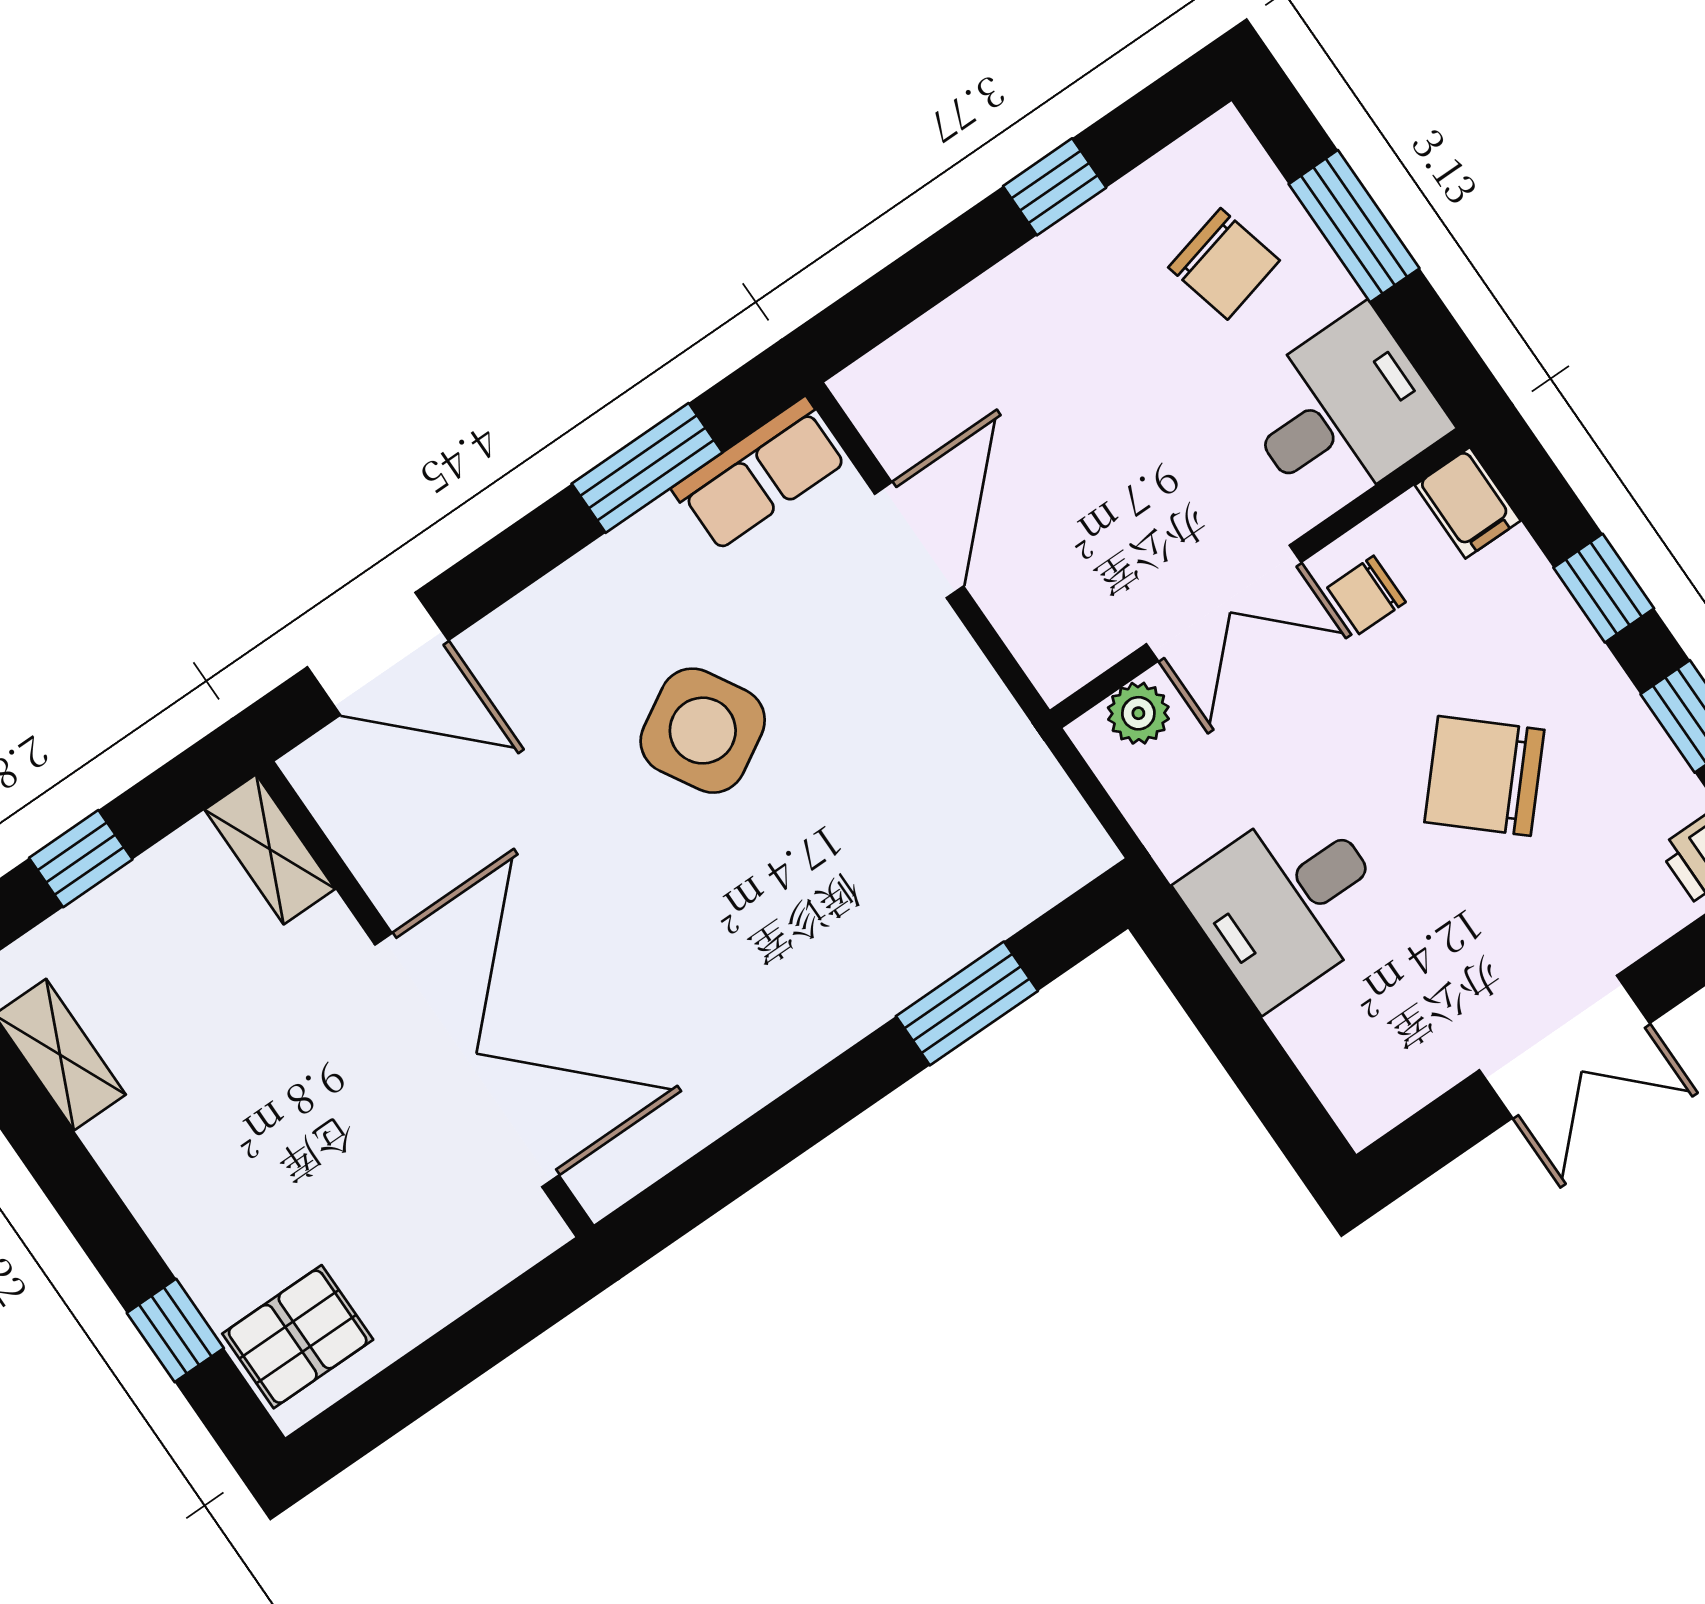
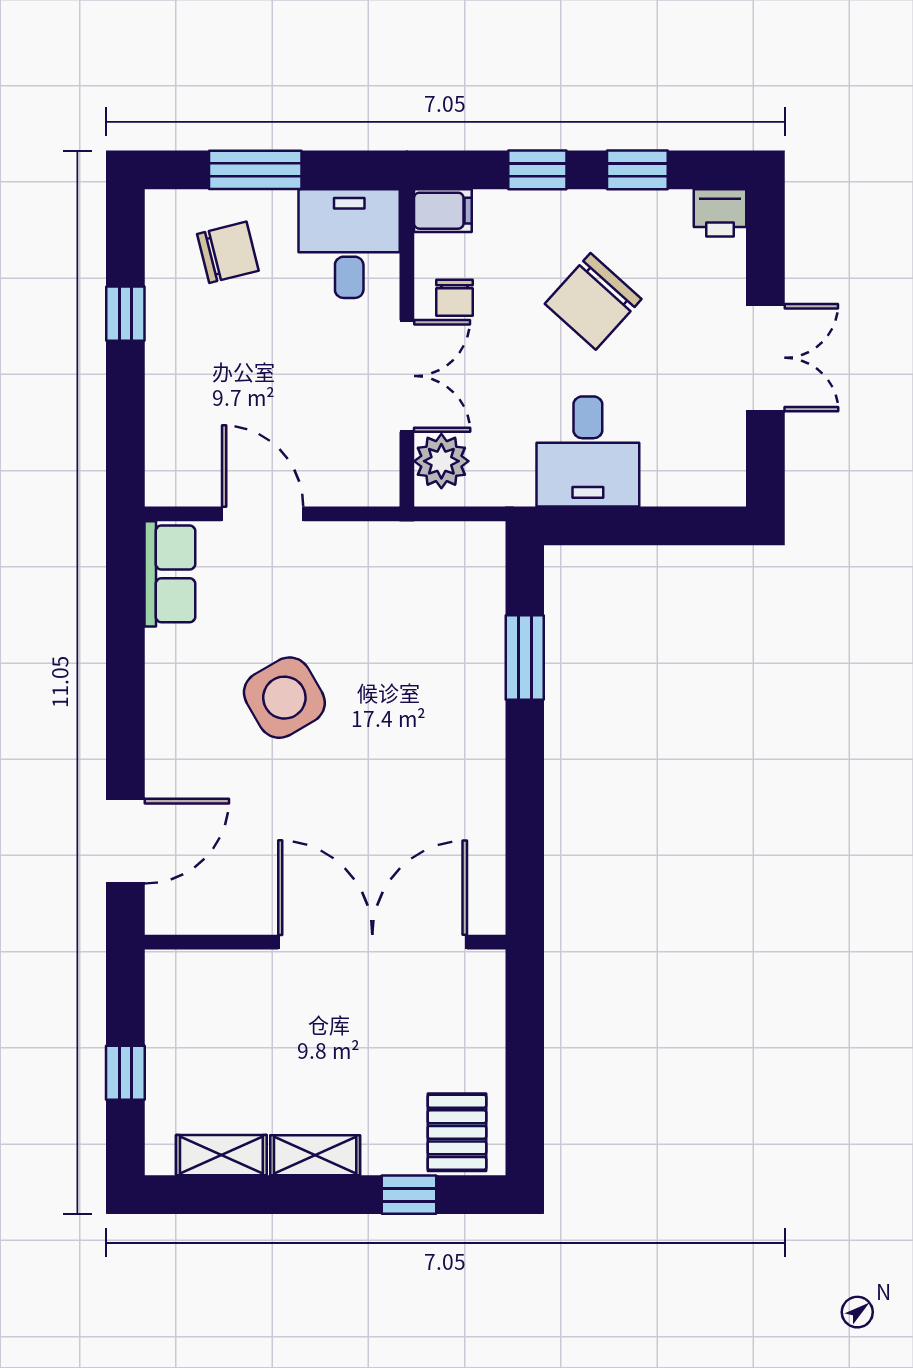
window: (647, 468) -> (125, 631), removed
plant: (1138, 713) -> (441, 461), width x1.38, depth x1.38
shelving: (270, 849) -> (315, 1155), moved

